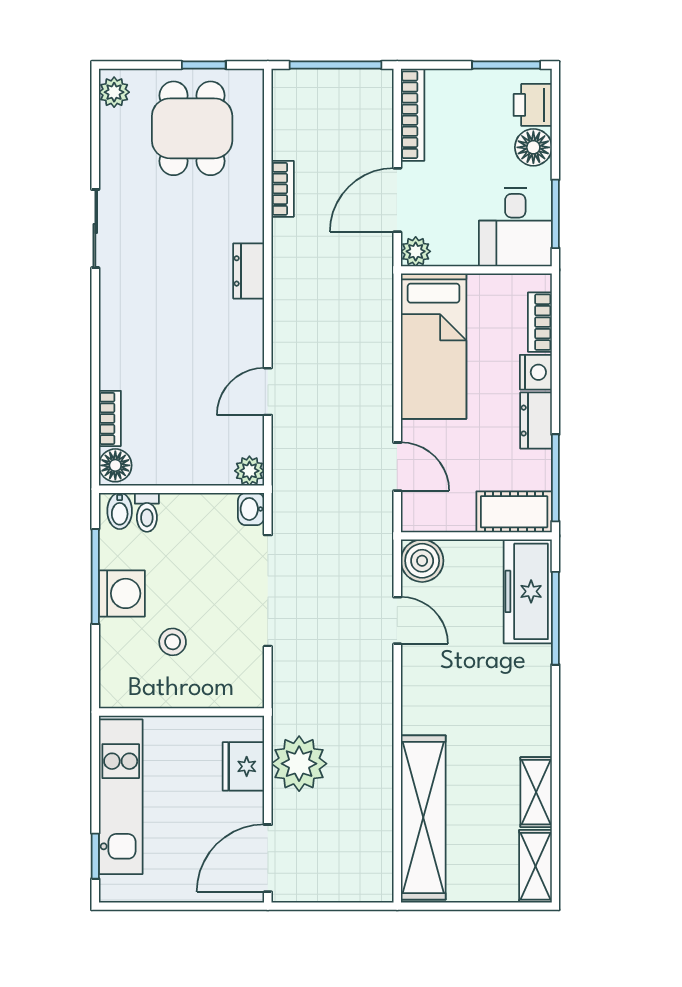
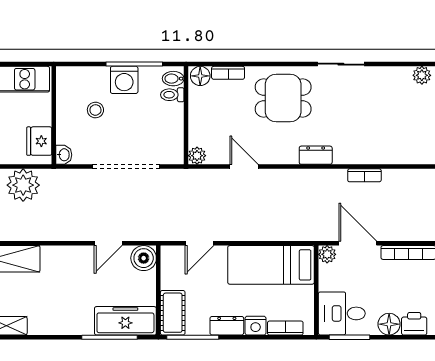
dining table: (192, 128) -> (283, 98), moved
washbasin: (251, 509) -> (64, 155), moved, turned 90
fridge: (243, 766) -> (39, 141), moved, turned -90

